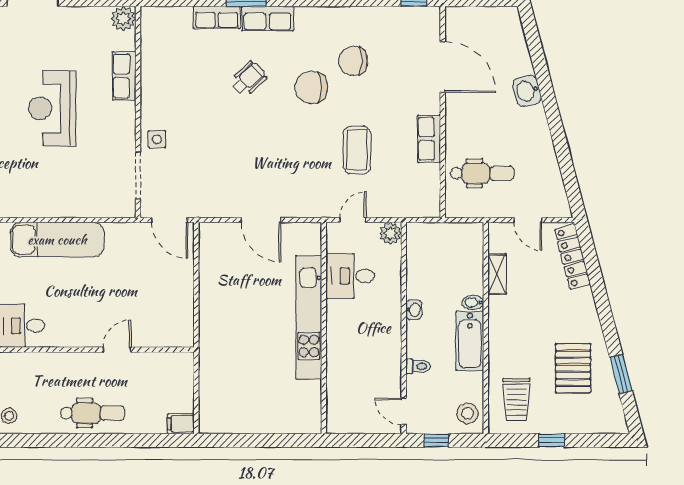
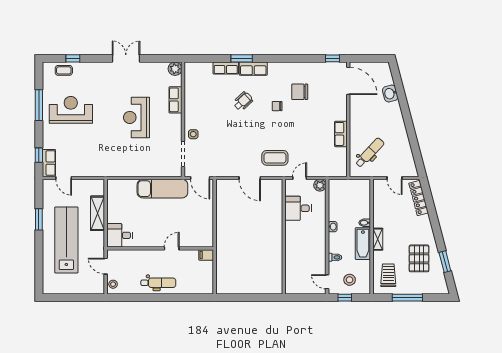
door: (443, 67) -> (348, 81), moved
chair: (311, 87) -> (277, 106), width x0.54, depth x0.54
washbasin: (527, 91) -> (390, 93), moved
coffee table: (357, 150) -> (275, 158), moved, turned 90
dental chair: (482, 173) -> (370, 153), turned -47
exam couch: (57, 240) -> (162, 189), moved
shelving: (497, 274) -> (378, 239), moved
kitchen unit: (309, 317) -> (276, 231), removed
trolley: (516, 399) -> (388, 275), turned 180
stool: (467, 413) -> (350, 280), moved
filing cabinet: (181, 424) -> (206, 255), moved
window: (552, 440) -> (407, 298), width x2.17

